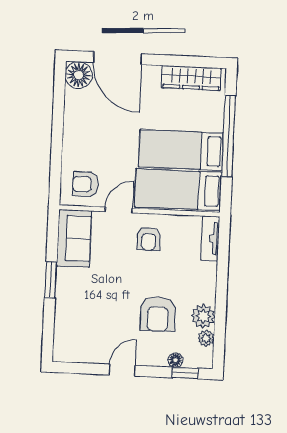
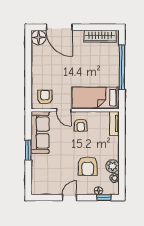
bed: (181, 150) -> (96, 76), removed
armchair: (86, 184) -> (45, 97), turned 90
door: (119, 210) -> (64, 110), swing flipped
sofa: (74, 238) -> (40, 132), width x1.36

